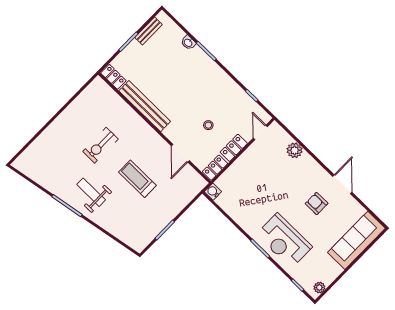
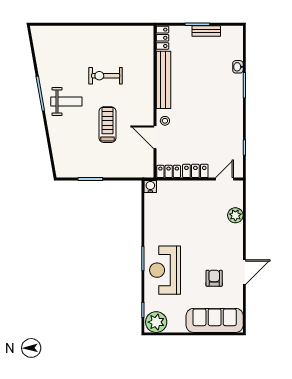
bench: (148, 31) -> (206, 31), moved
stool: (208, 125) -> (165, 121), moved
door: (180, 153) -> (155, 137), hinge flipped
weight bench: (91, 192) -> (66, 101), turned 90
armchair: (317, 203) -> (214, 278), moved
plant: (319, 288) -> (156, 322), width x1.87, depth x1.87

